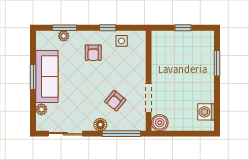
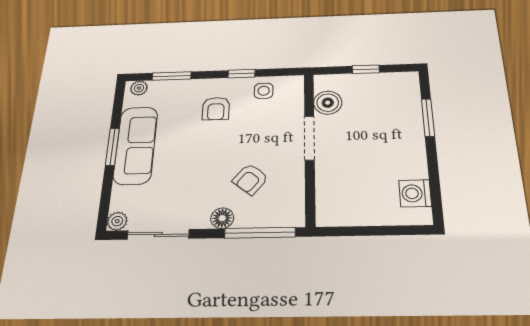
plant: (64, 36) -> (139, 88), moved
doorway: (149, 98) -> (309, 138), moved
plant: (41, 109) -> (117, 221), moved
boiler: (160, 123) -> (328, 103), moved

